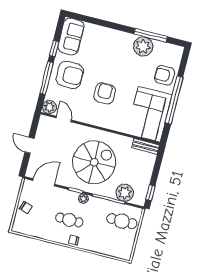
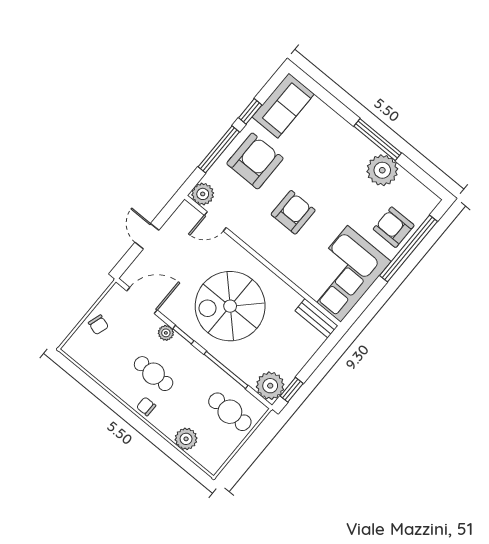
window: (151, 35) -> (378, 140), moved
armchair: (70, 75) -> (255, 161), turned -90
window: (174, 100) -> (408, 248), moved
door: (64, 119) -> (215, 221), swing flipped
spiral stairs: (94, 162) -> (230, 306), turned 180
plant: (125, 193) -> (270, 386), moved
plant: (83, 199) -> (166, 333), moved
plant: (105, 248) -> (186, 439), added

